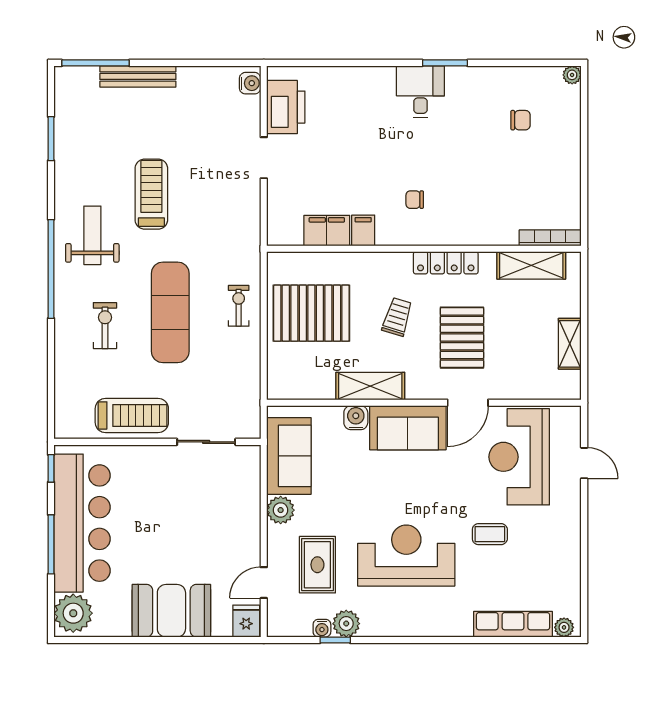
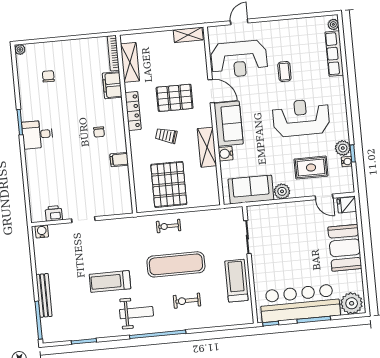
printer: (286, 107) -> (54, 213), width x0.53, depth x0.68
filing cabinet: (327, 231) -> (112, 85), moved
weight bench: (92, 235) -> (136, 313), turned 180
shelving: (570, 344) -> (188, 35), moved
reception desk: (406, 556) -> (301, 118), turned 90

